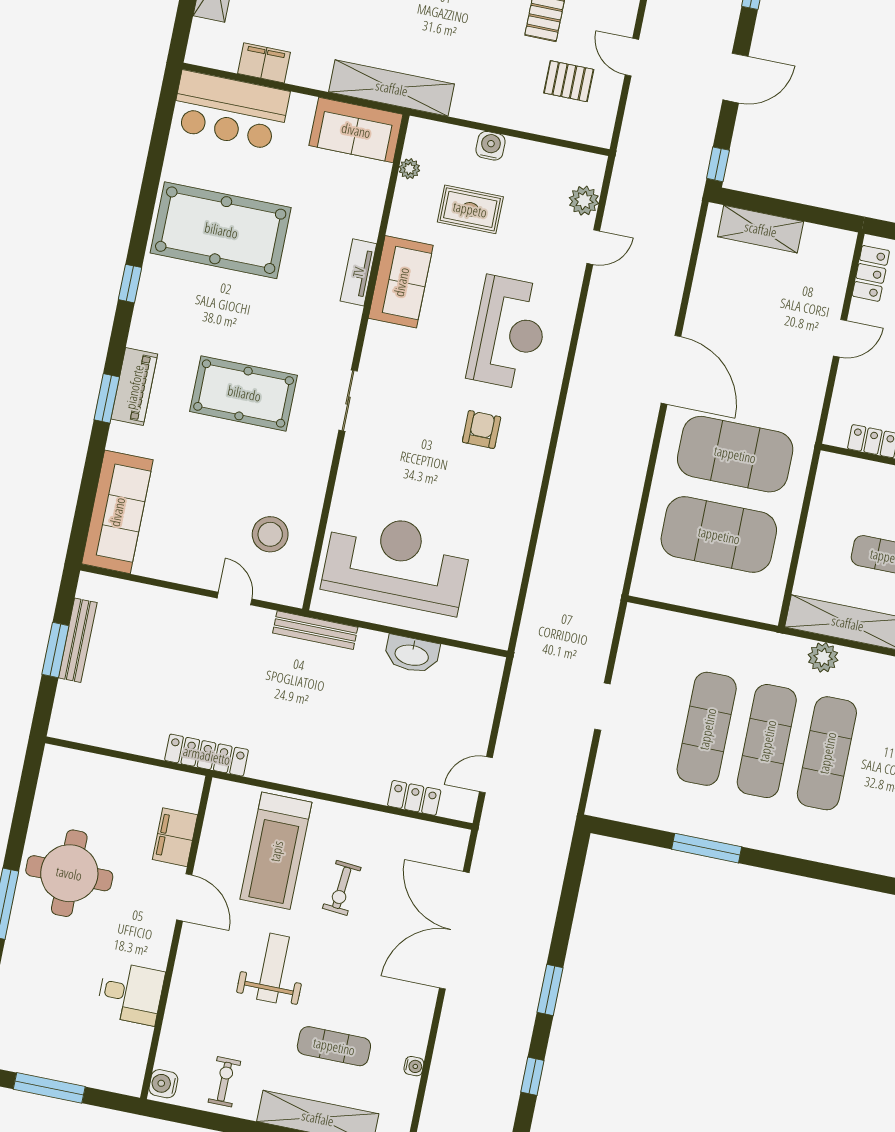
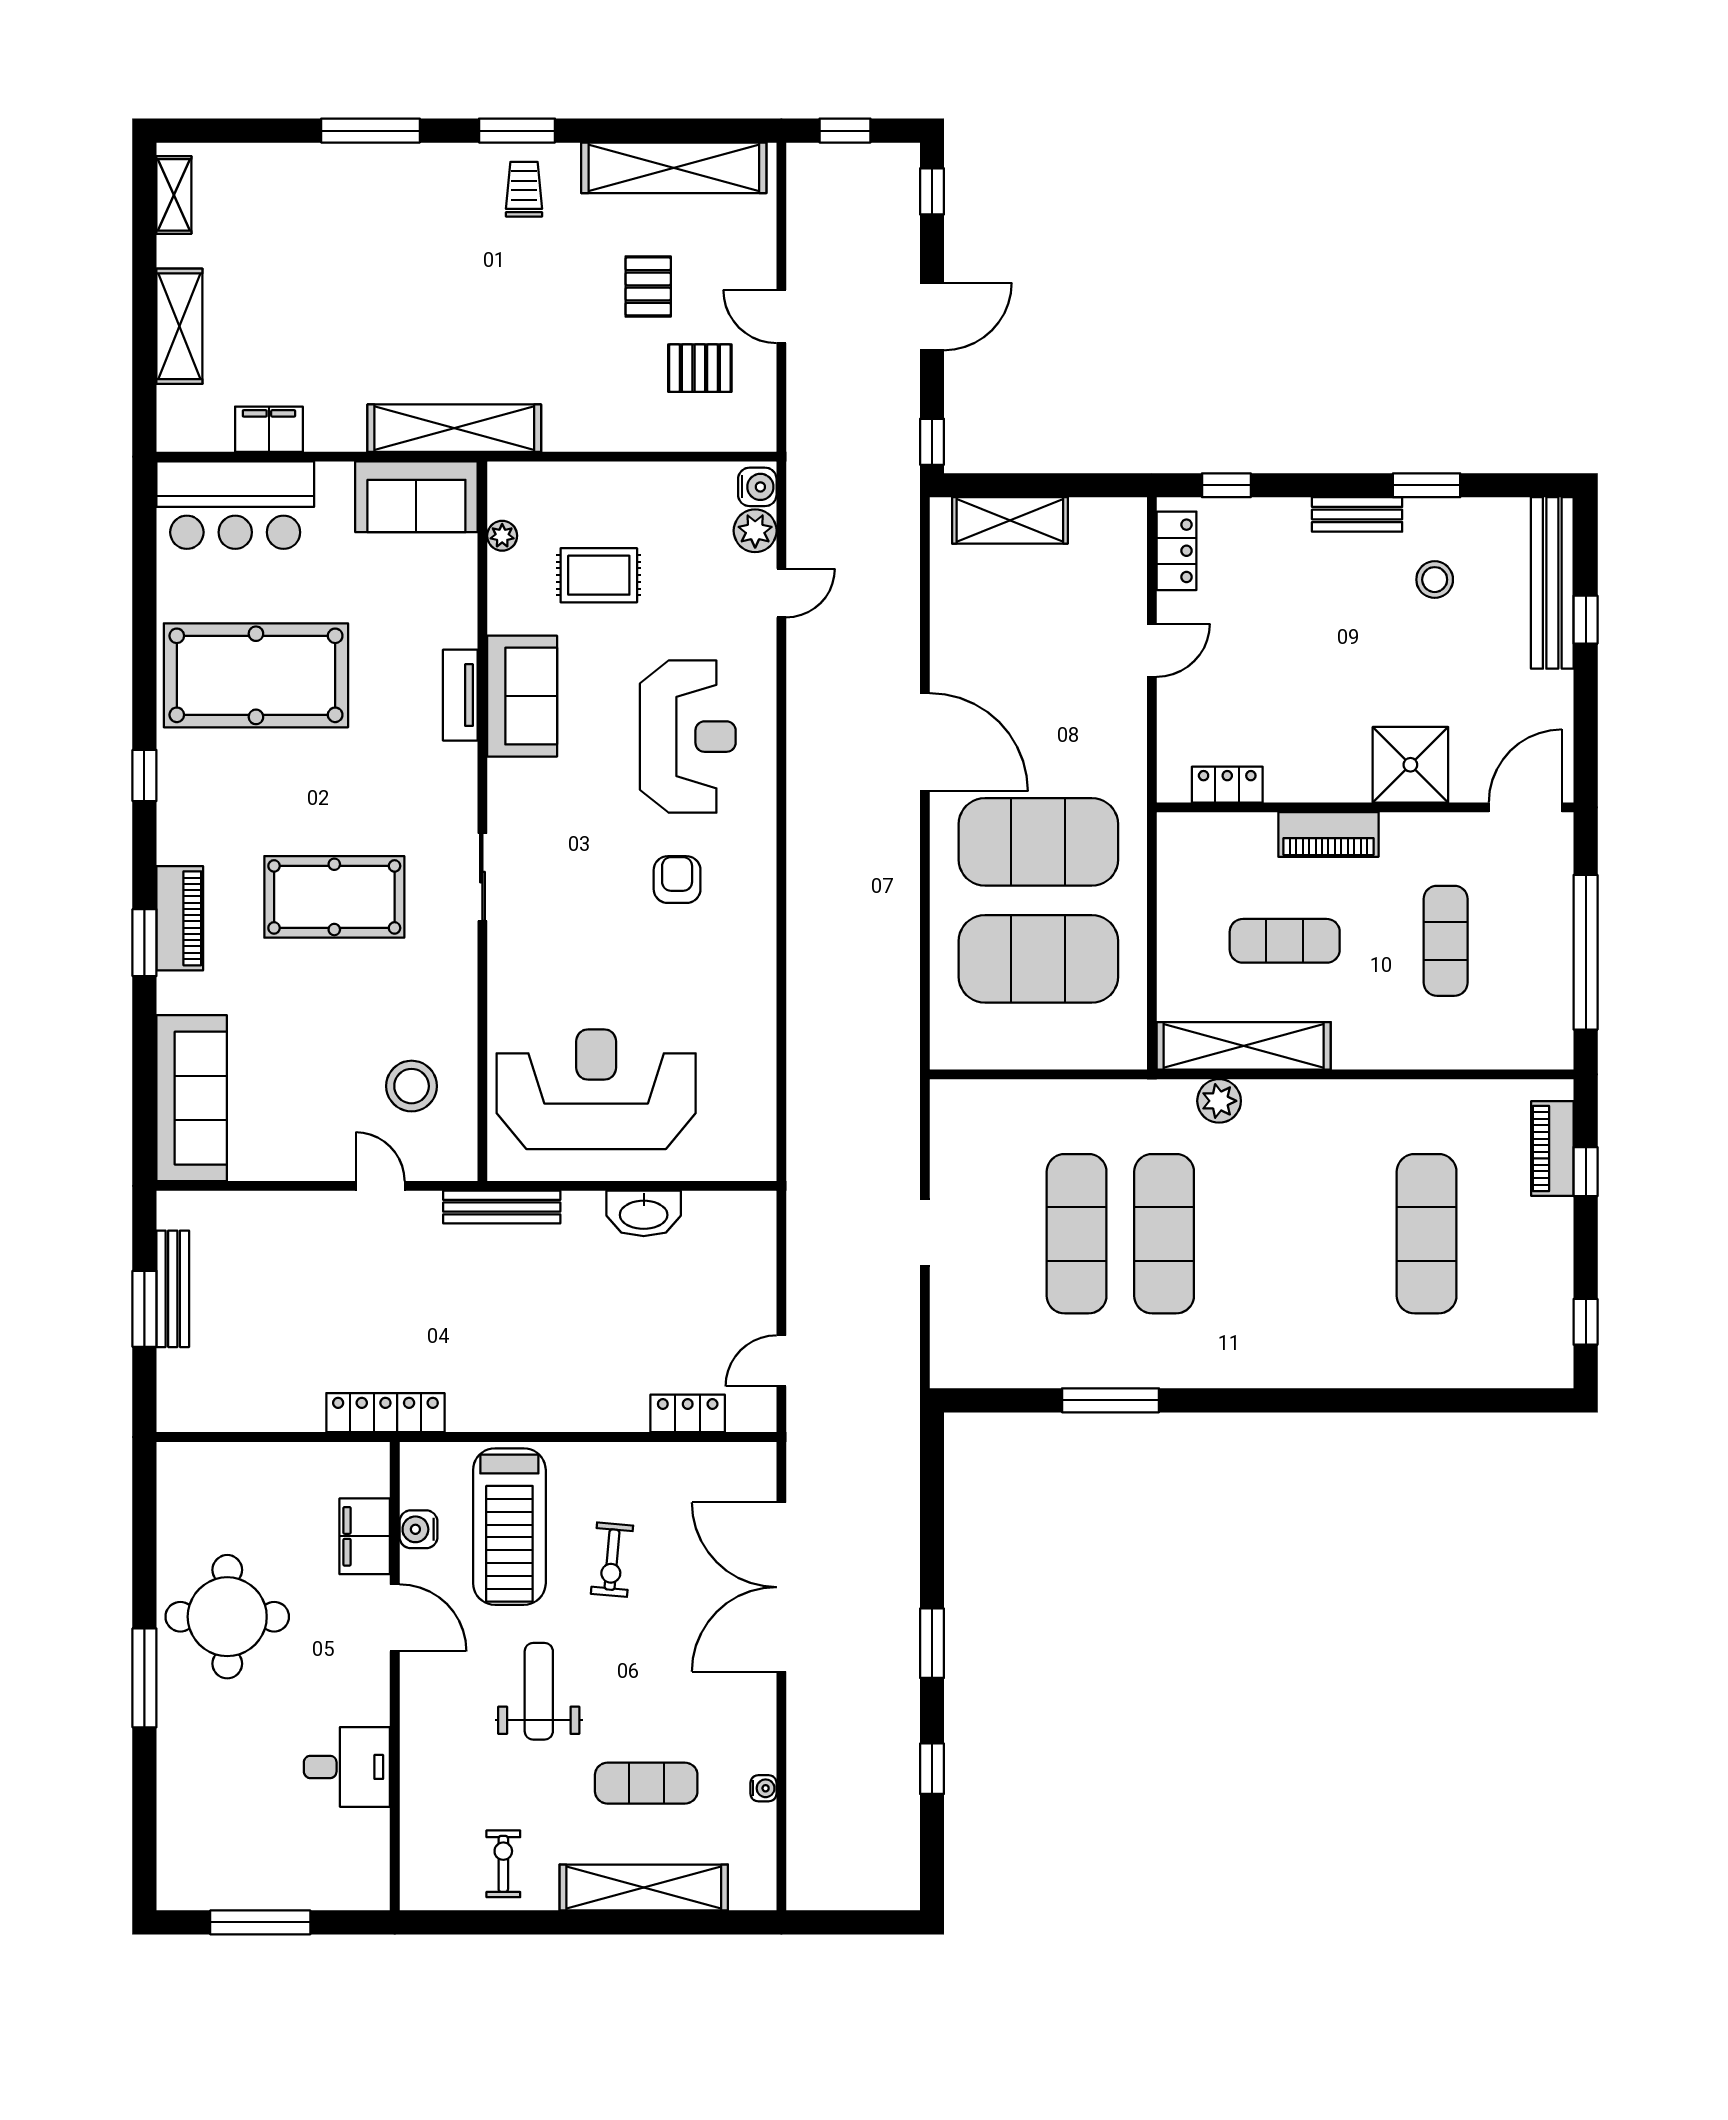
water cooler: (491, 146) -> (757, 487), moved, turned 90
exercise mat: (827, 753) -> (1252, 1234), removed
water cooler: (163, 1084) -> (418, 1529), moved

